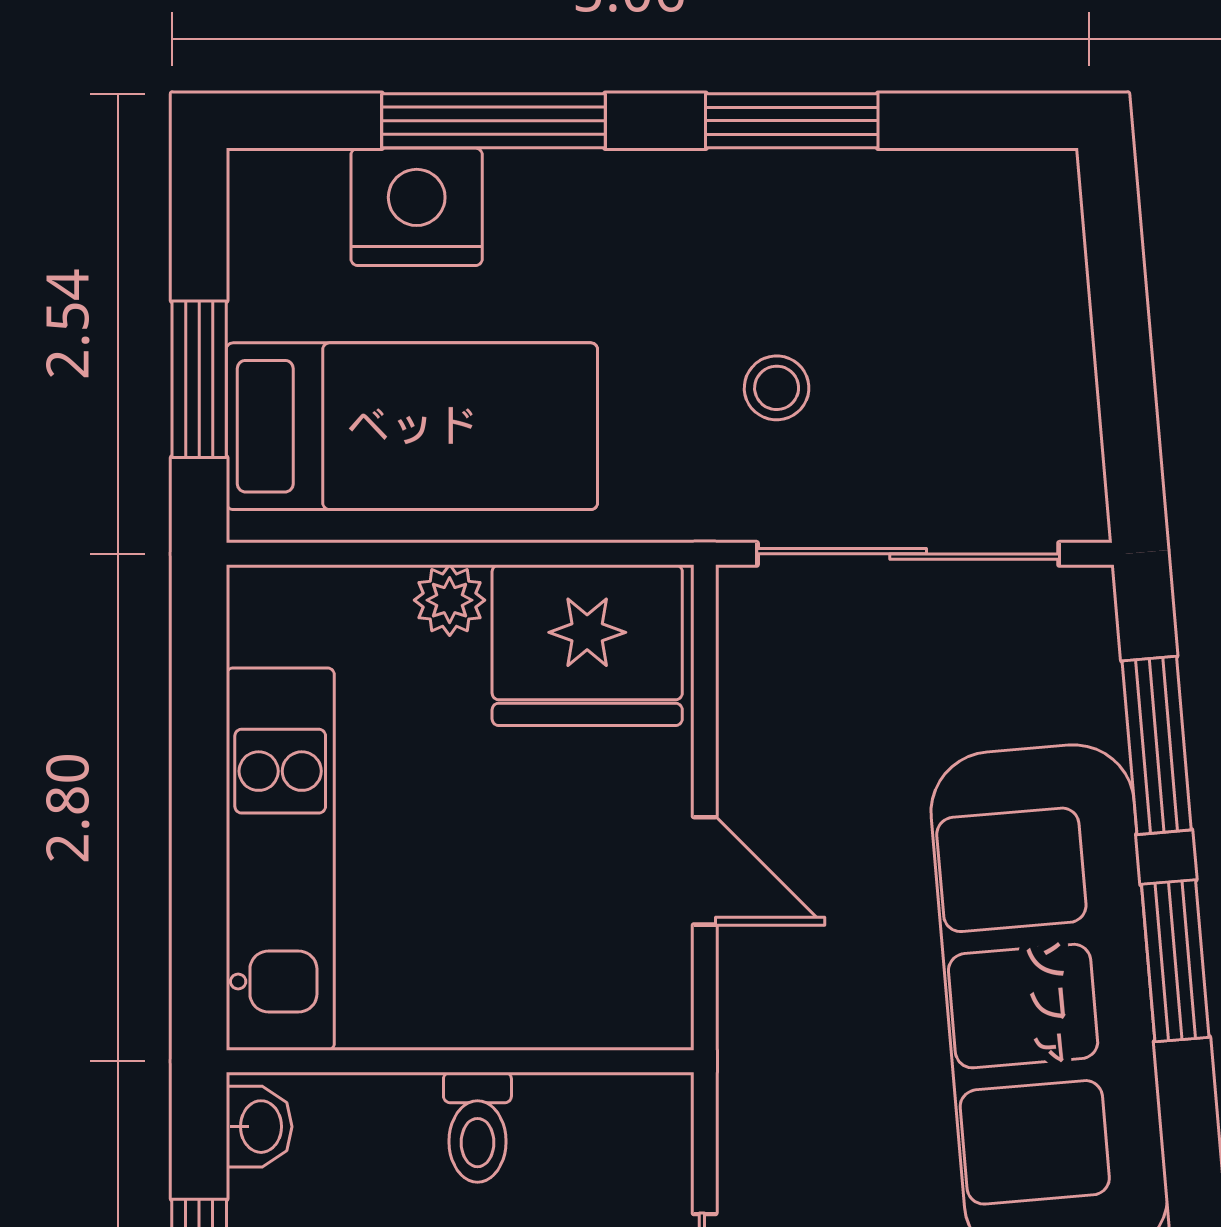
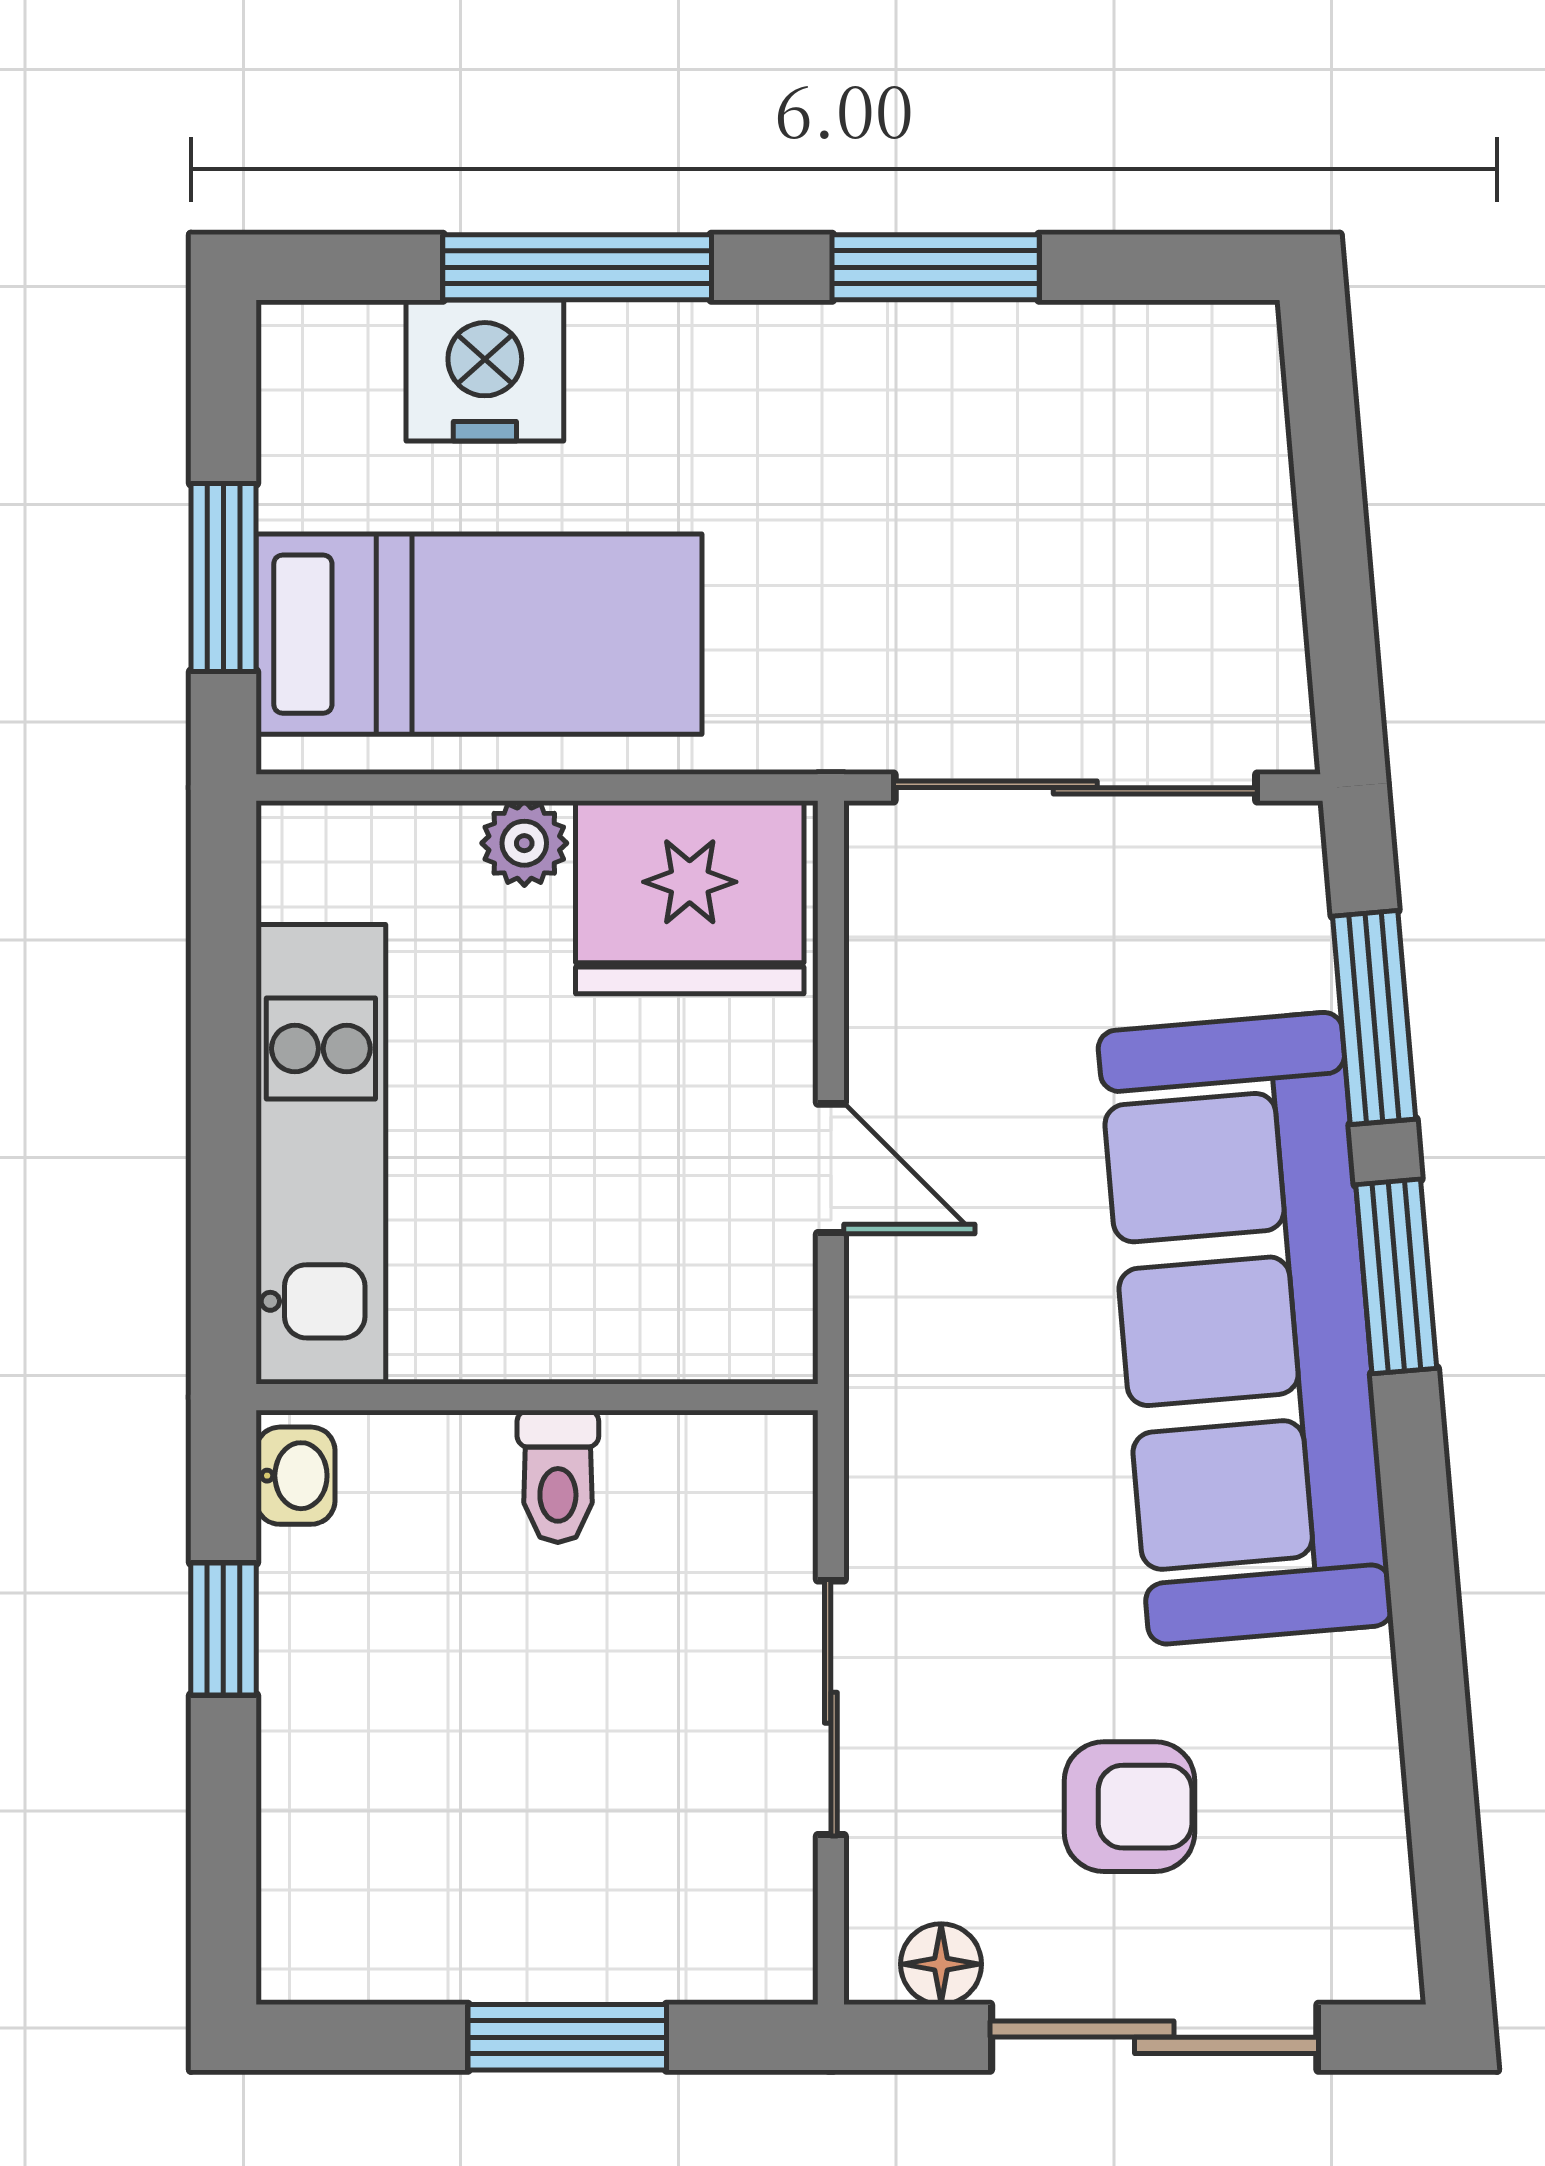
stool: (777, 388) -> (917, 588), removed

